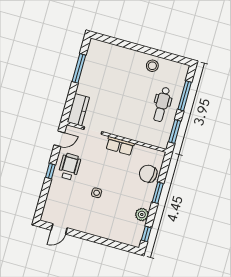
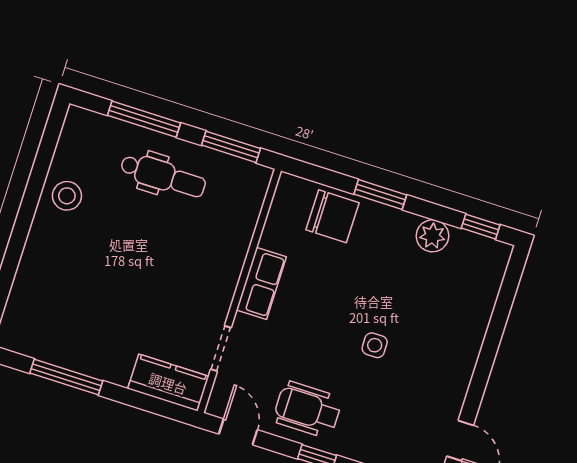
chair: (148, 174) -> (332, 216), turned -99

